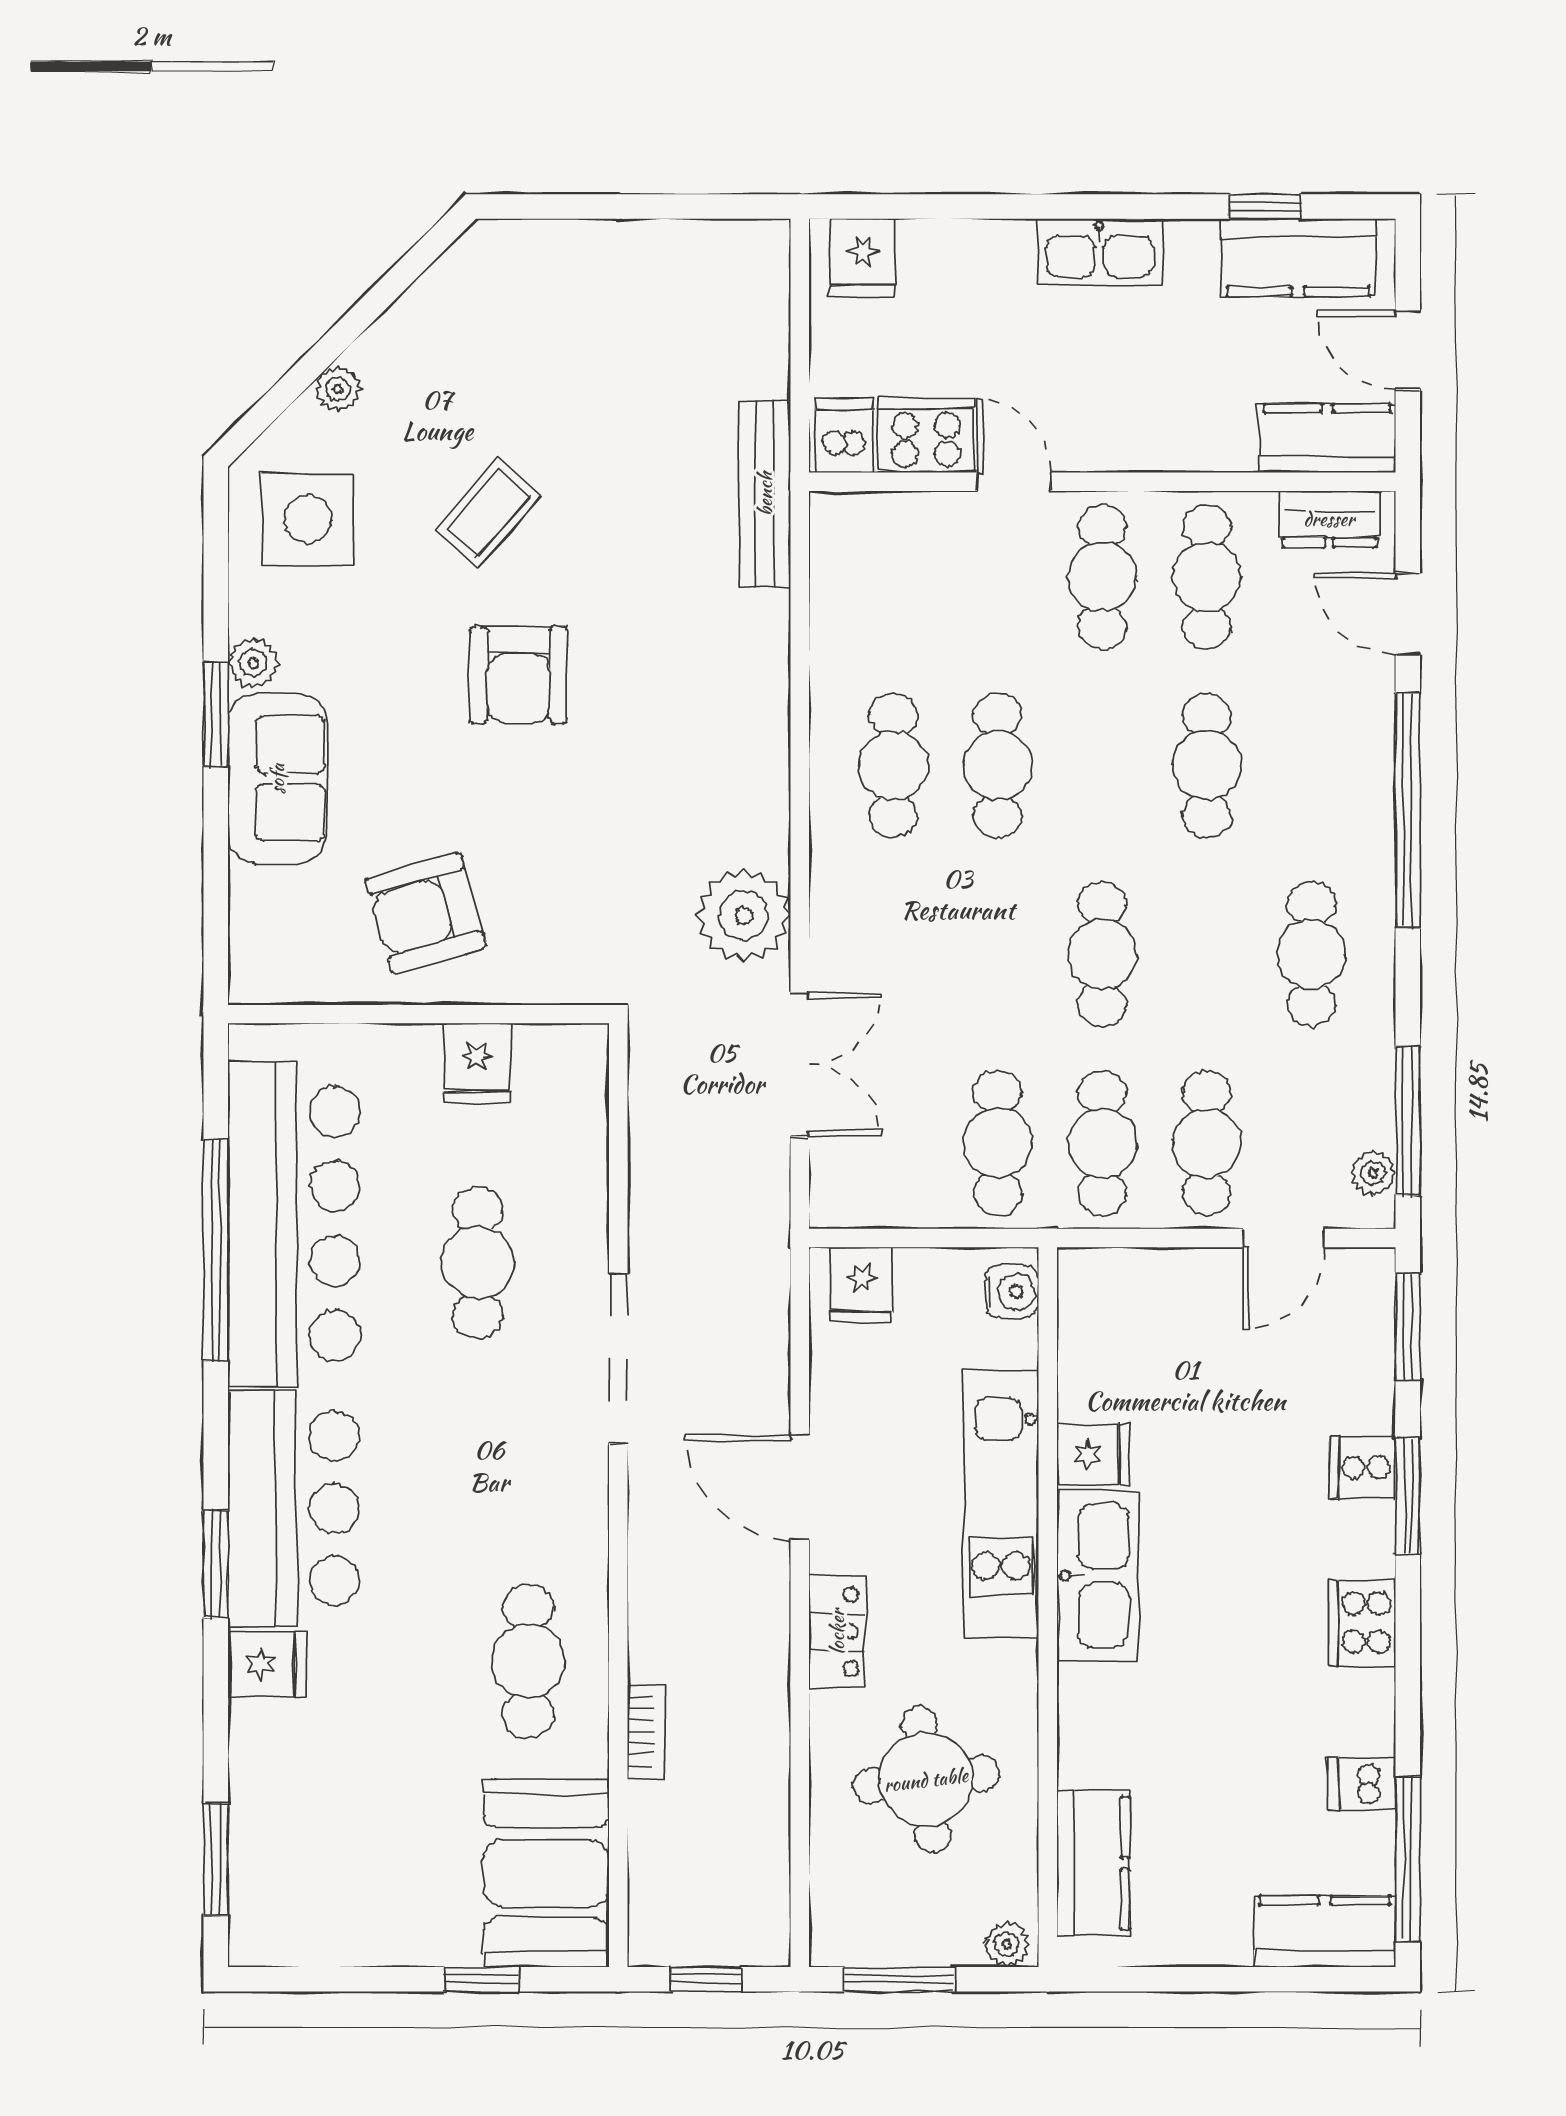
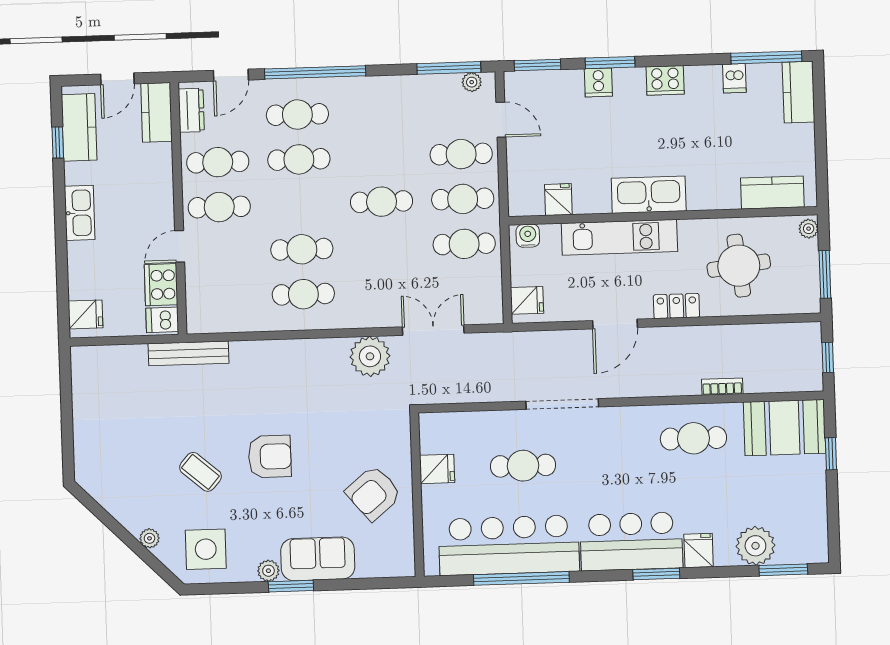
armchair: (426, 913) -> (373, 493), turned 66
cafe table: (1311, 954) -> (297, 115), moved
fridge: (1093, 1455) -> (558, 200), moved
plant: (274, 1797) -> (755, 546), added

